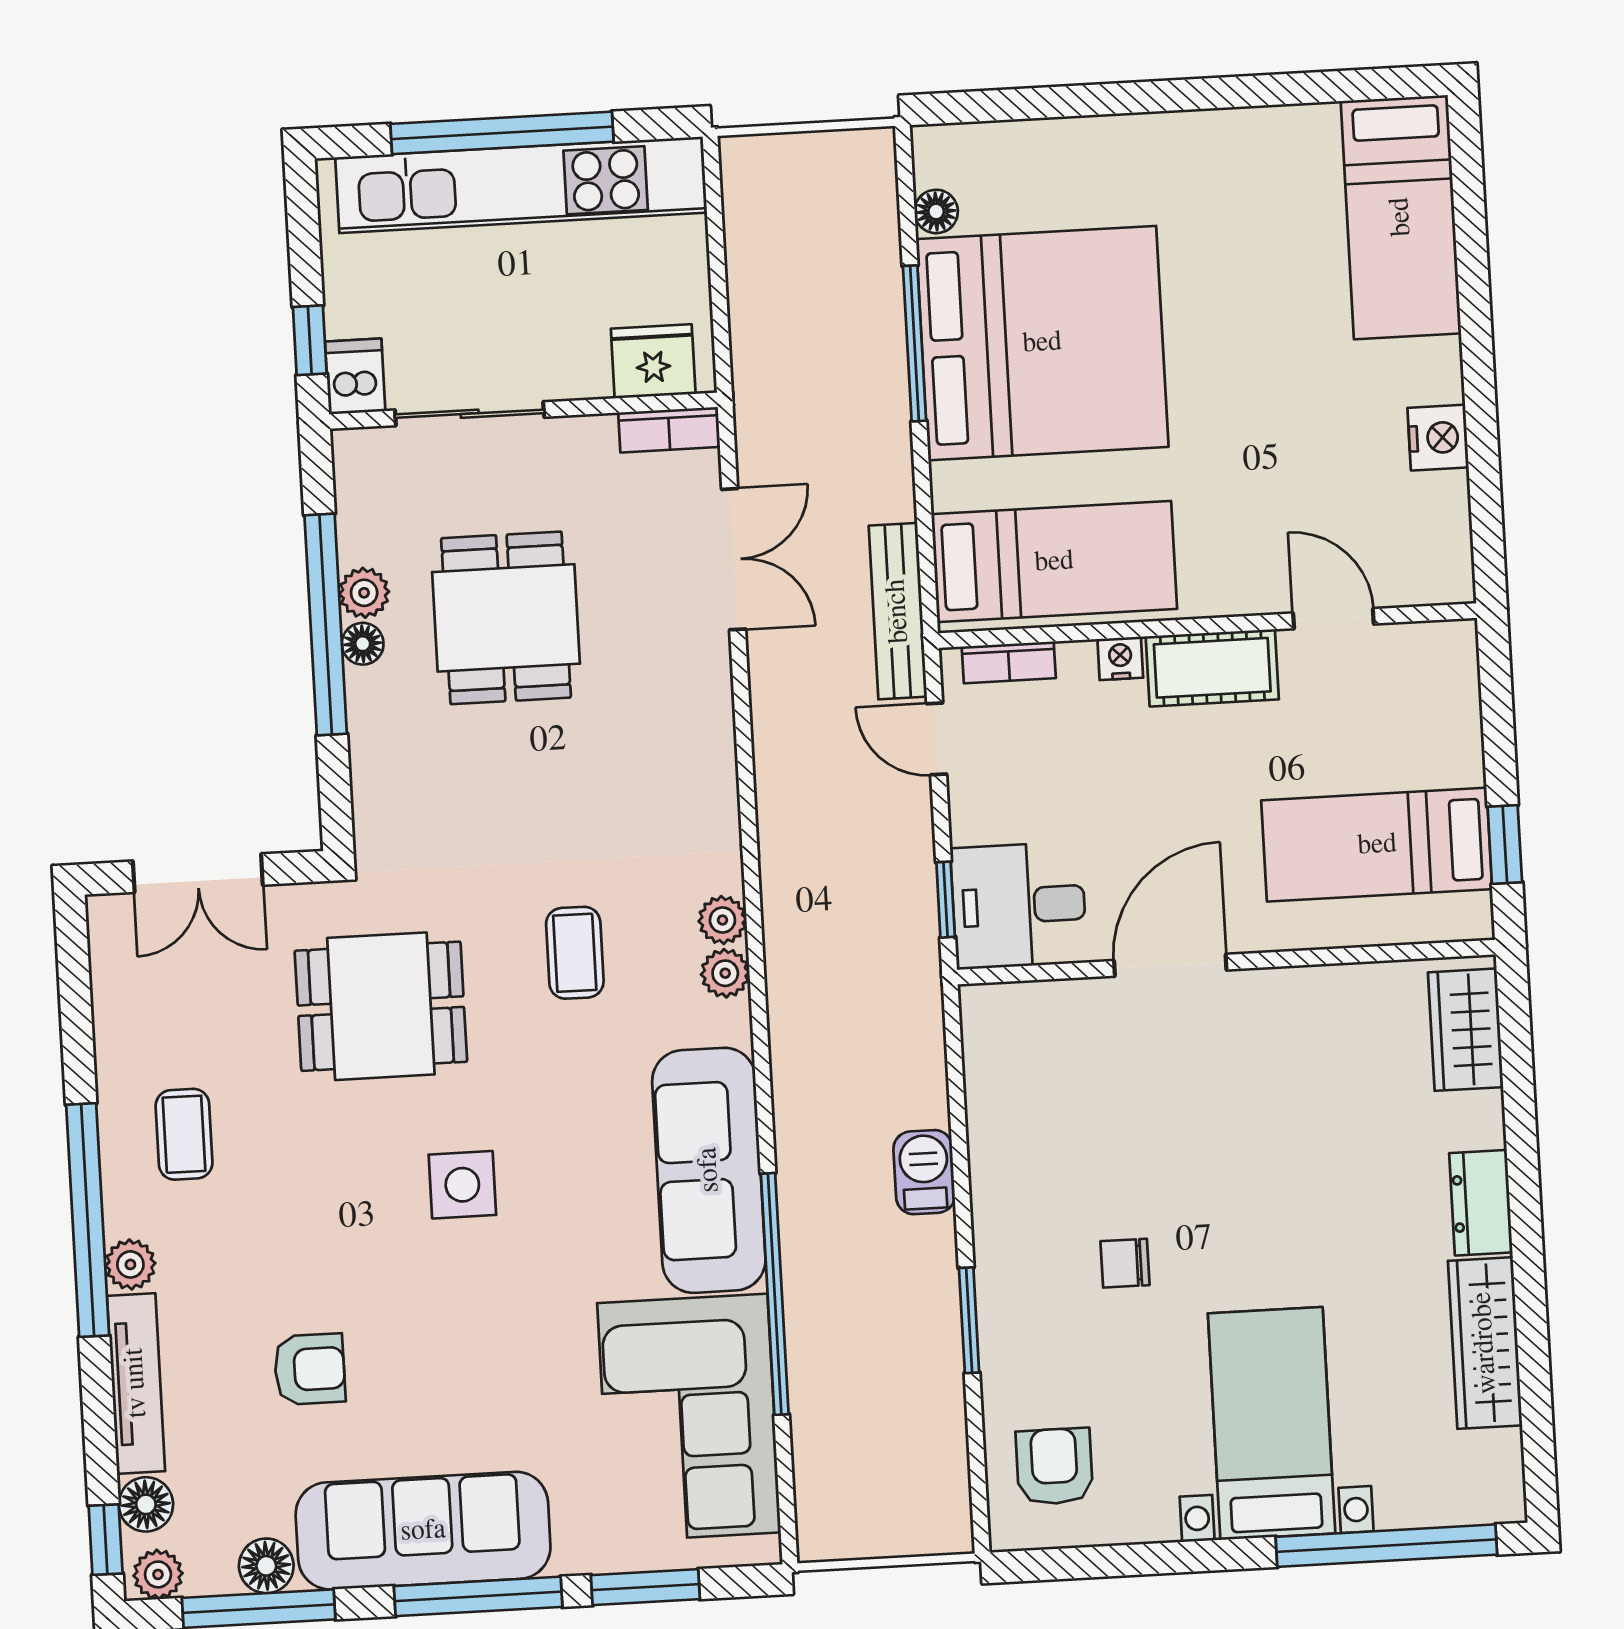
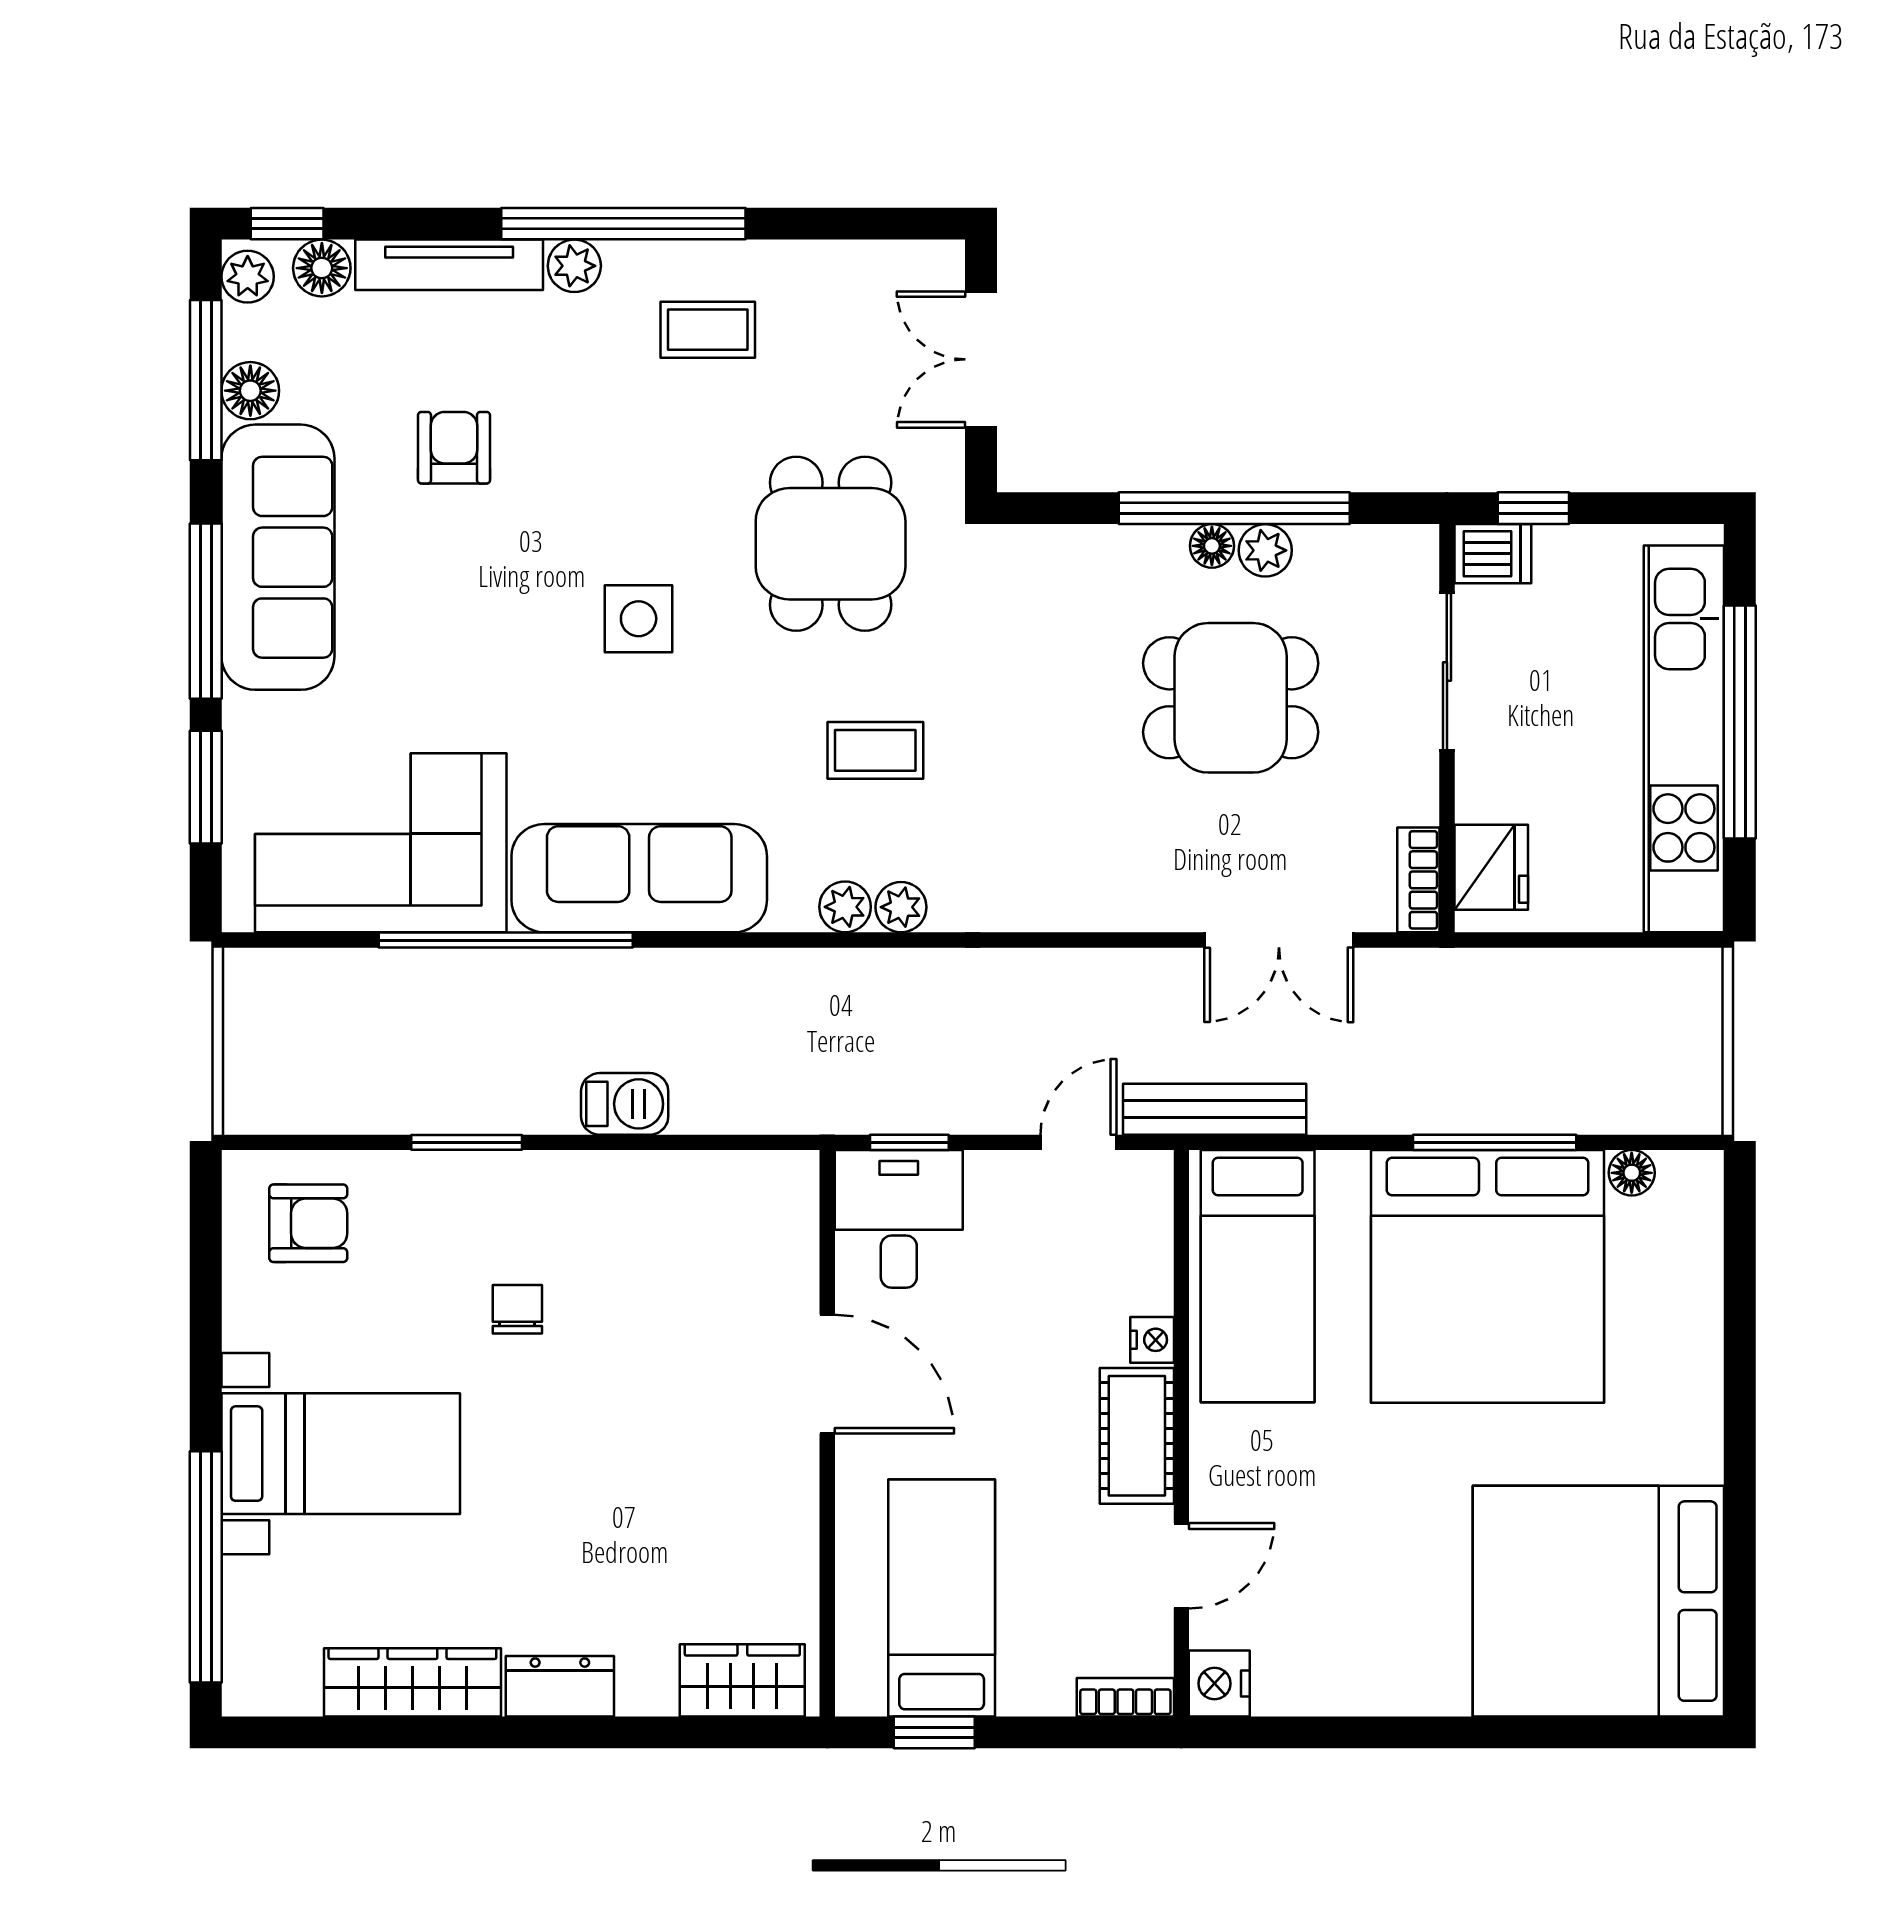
bed: (1401, 217) -> (1598, 1601), width x2.04
nightstand: (1438, 438) -> (1219, 1683), moved, turned 90
bookcase: (1009, 662) -> (1125, 1697), moved, turned 90
armchair: (310, 1369) -> (454, 448), turned 180

